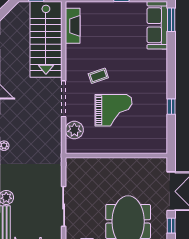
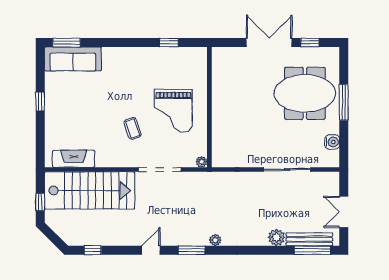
grand piano: (113, 110) -> (173, 111), turned 180
plant: (74, 130) -> (202, 162), width x0.53, depth x0.53
wall: (116, 155) -> (209, 107), moved

